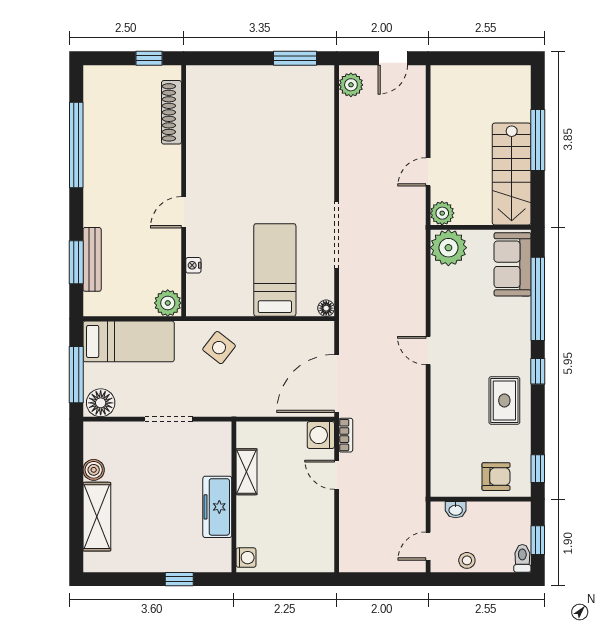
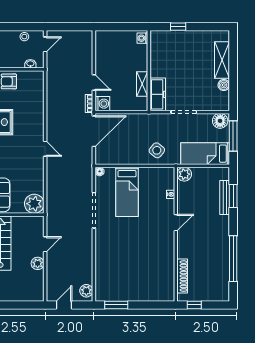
plant: (442, 213) -> (38, 263), moved
freezer: (217, 507) -> (158, 94), moved

